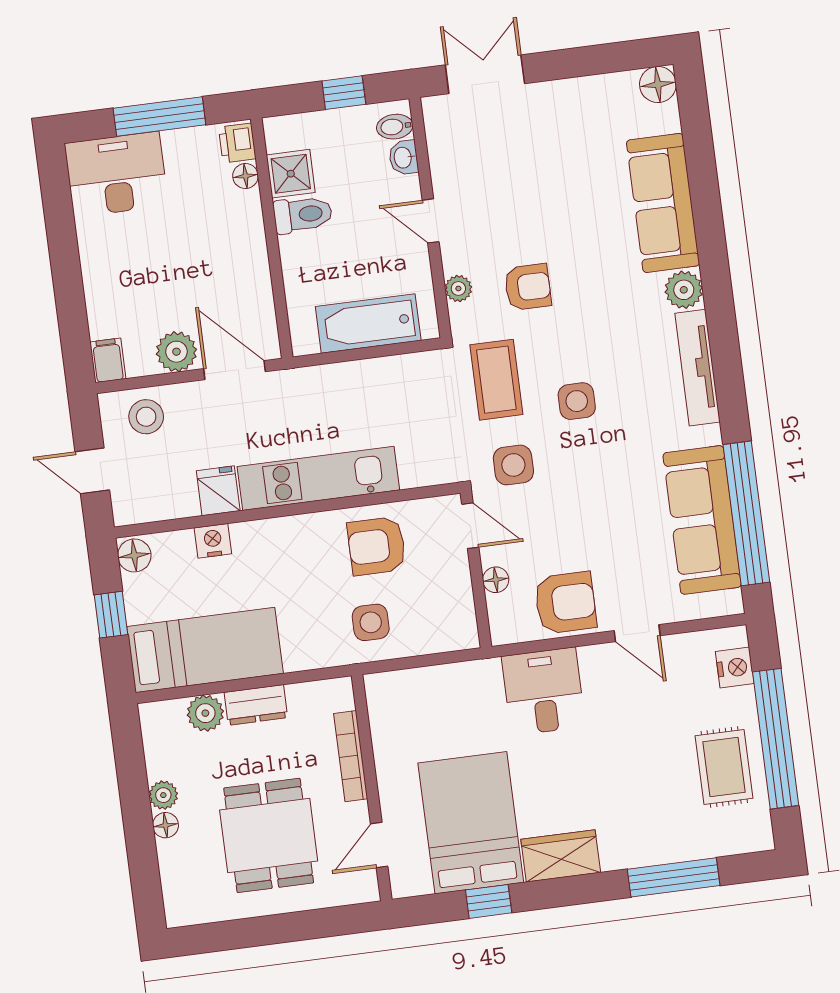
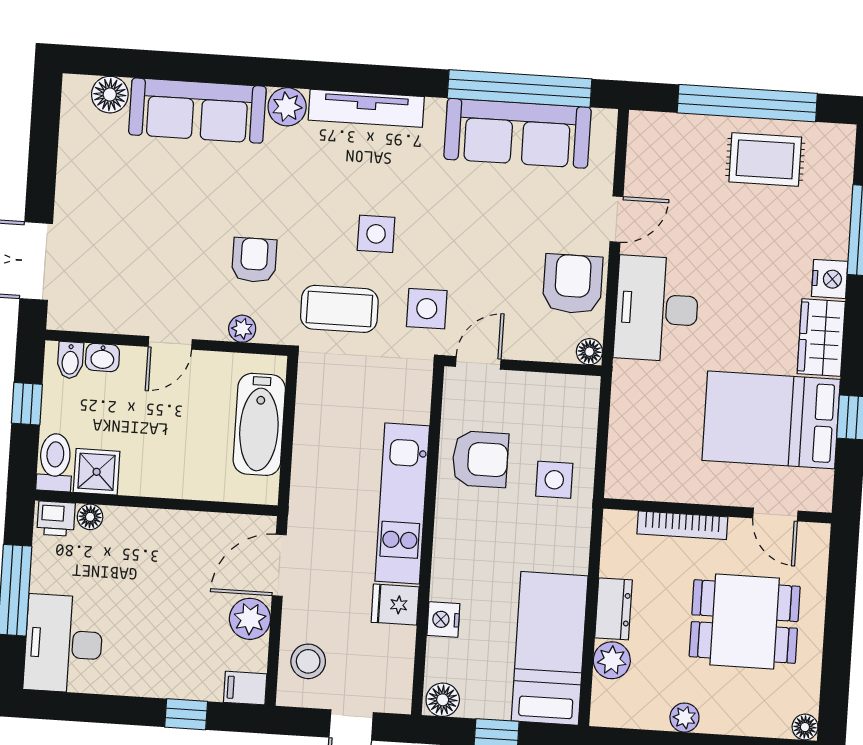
floor lamp: (658, 84) -> (110, 95), moved
toilet: (303, 215) -> (55, 462), moved
window: (71, 308) -> (186, 714), added
armchair: (377, 546) -> (480, 459), turned -90
floor lamp: (496, 580) -> (589, 352), moved
nightstand: (735, 667) -> (830, 279), moved, turned 90
desk: (543, 691) -> (657, 309), width x1.37
floor lamp: (166, 825) -> (805, 727), moved

